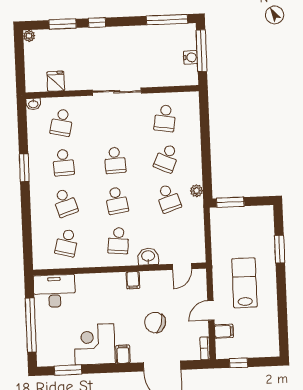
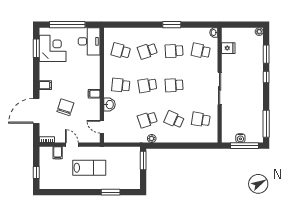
corner desk: (95, 344) -> (53, 48), moved
window: (238, 363) -> (36, 172), moved

